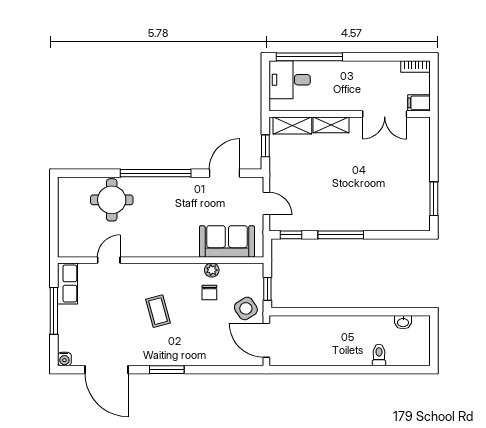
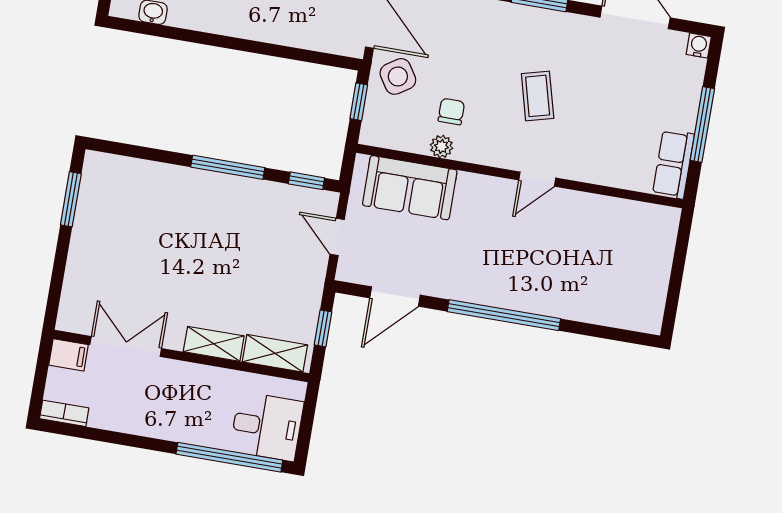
round table: (112, 200) -> (581, 284), removed
door: (109, 260) -> (537, 179), moved

